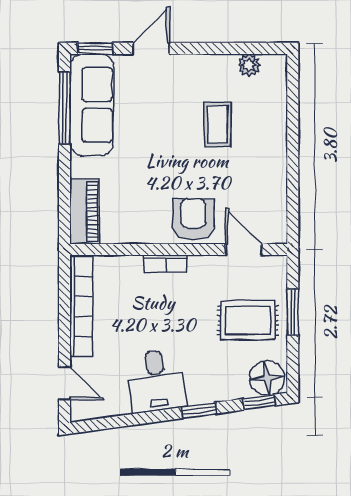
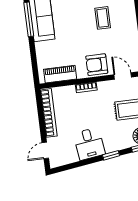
piano: (85, 211) -> (60, 74), moved, turned -90
armchair: (193, 219) -> (97, 65), turned -90
door: (64, 383) -> (45, 150), swing flipped

